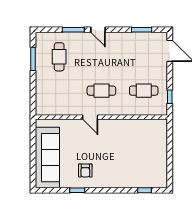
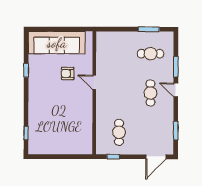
door: (98, 30) -> (176, 90), hinge flipped
cafe table: (101, 91) -> (150, 93), moved
door: (90, 117) -> (94, 82), hinge flipped
armchair: (85, 170) -> (68, 73), moved

